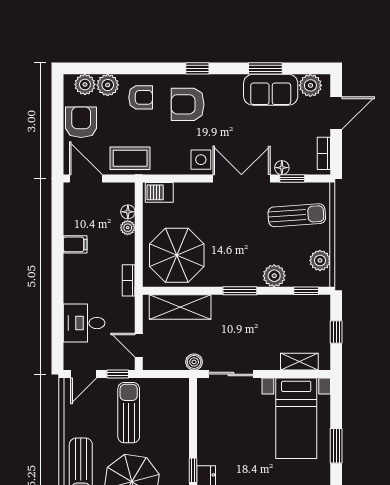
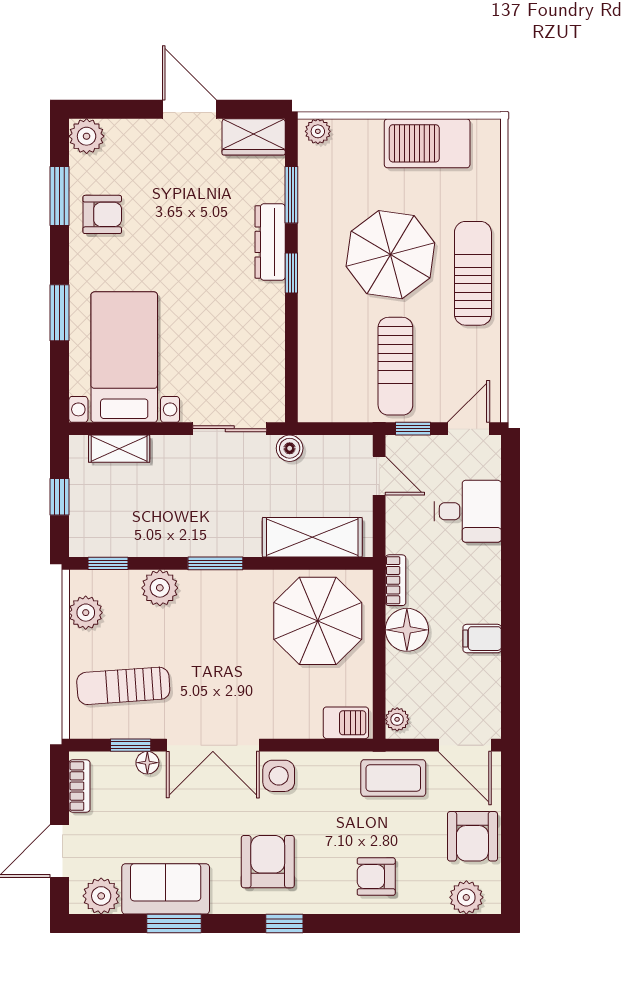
plant: (108, 85) -> (429, 897), removed
armchair: (188, 104) -> (268, 862), moved, turned -90
floor lamp: (128, 212) -> (407, 630), moved, width x1.89, depth x1.89
plant: (128, 228) -> (397, 719), moved

